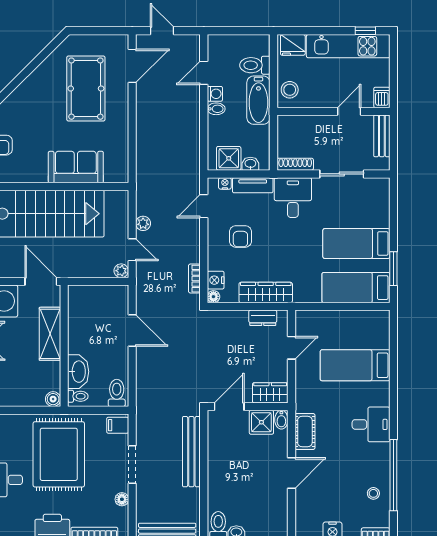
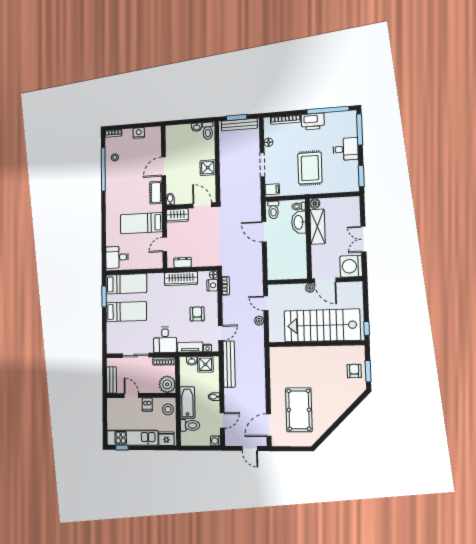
washing machine: (215, 94) -> (216, 441), moved
dishwasher: (382, 97) -> (147, 404), moved
door: (349, 111) -> (131, 396), swing flipped
plant: (290, 128) -> (167, 384), added
sofa: (76, 167) -> (304, 357), removed
plant: (121, 271) -> (310, 288), moved
door: (132, 330) -> (264, 232), moved
shelving: (50, 334) -> (317, 227), moved
bed: (355, 365) -> (141, 223), moved, turned 180
door: (229, 407) -> (202, 205), swing flipped
shower: (261, 422) -> (208, 168), moved
desk: (371, 424) -> (117, 257), moved
bench: (191, 452) -> (229, 364), moved
rug: (59, 454) -> (310, 168), width x0.73, depth x0.69

